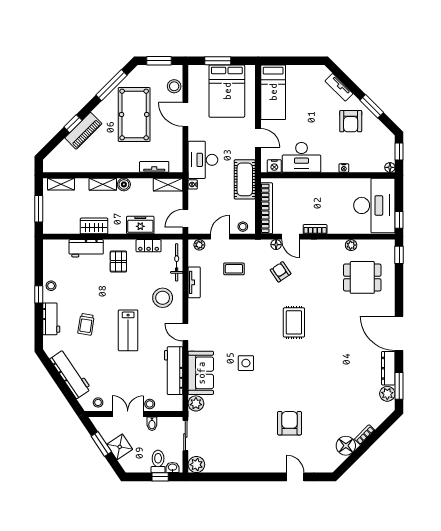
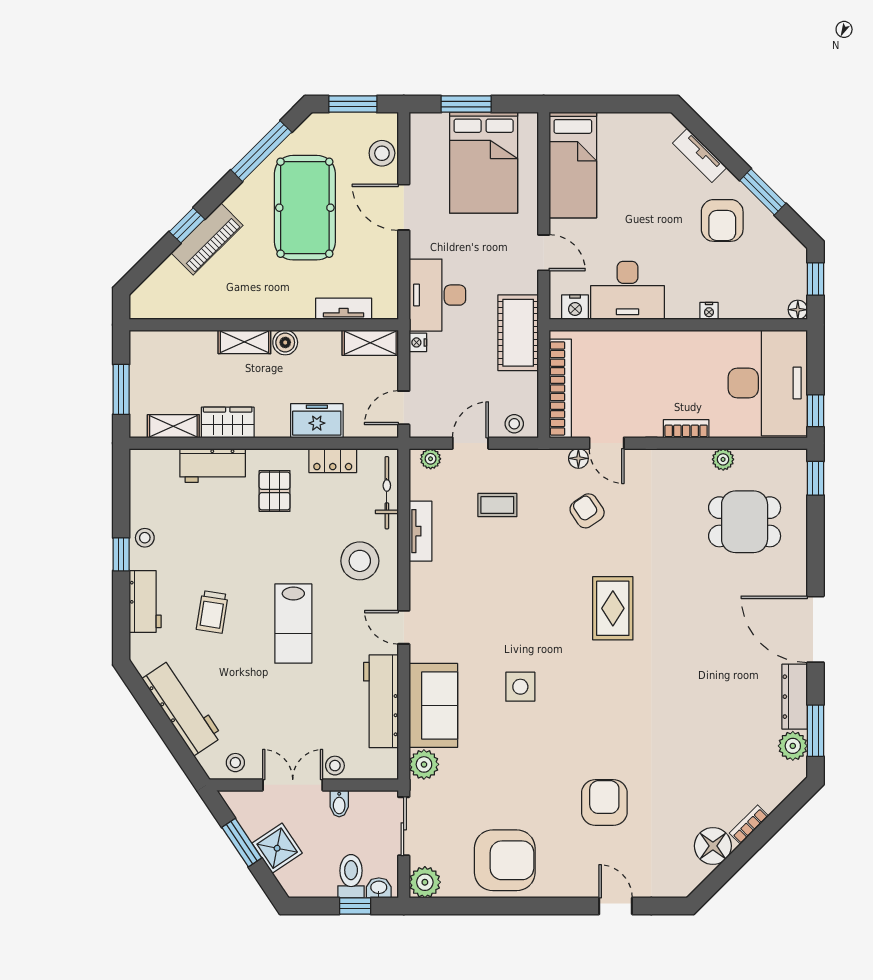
shelving: (61, 184) -> (173, 426), moved
bookcase: (315, 229) -> (686, 429), moved
armchair: (238, 453) -> (505, 860), added

